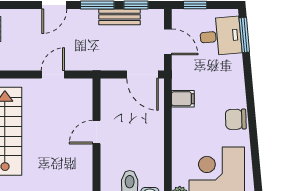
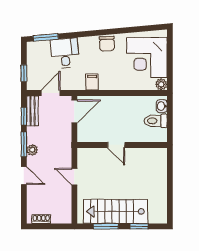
plant: (90, 16) -> (32, 150), added
bench: (120, 17) -> (32, 111), moved
desk: (220, 36) -> (65, 53), moved

